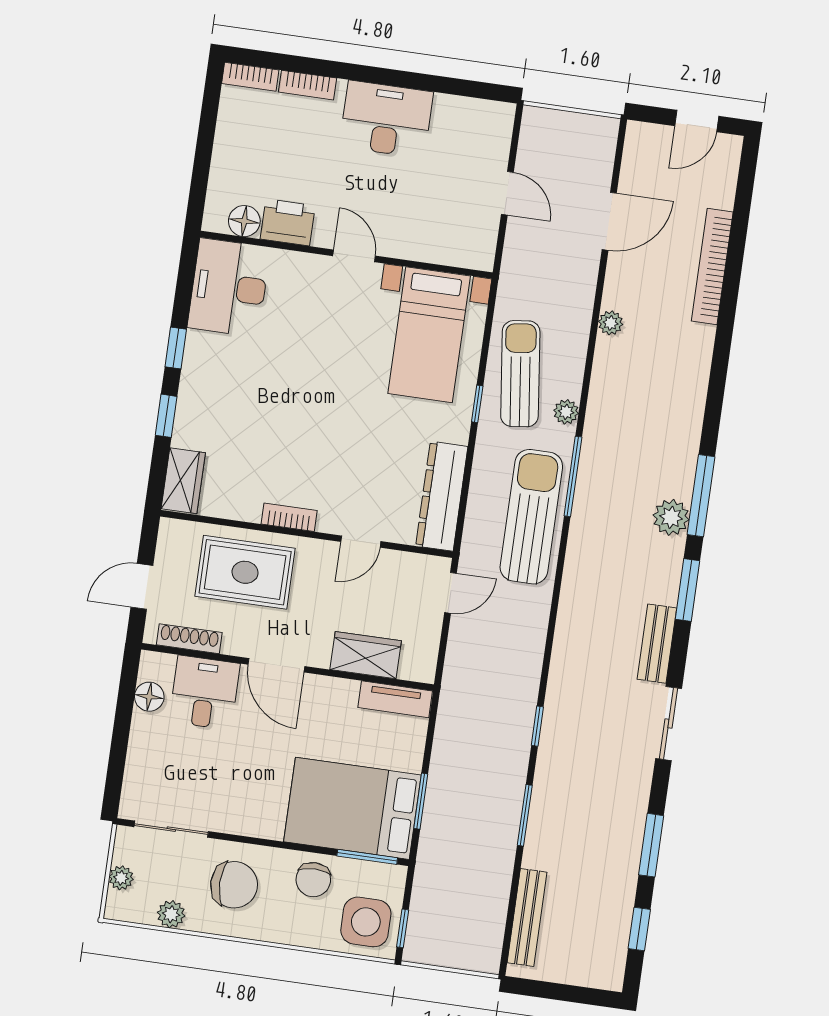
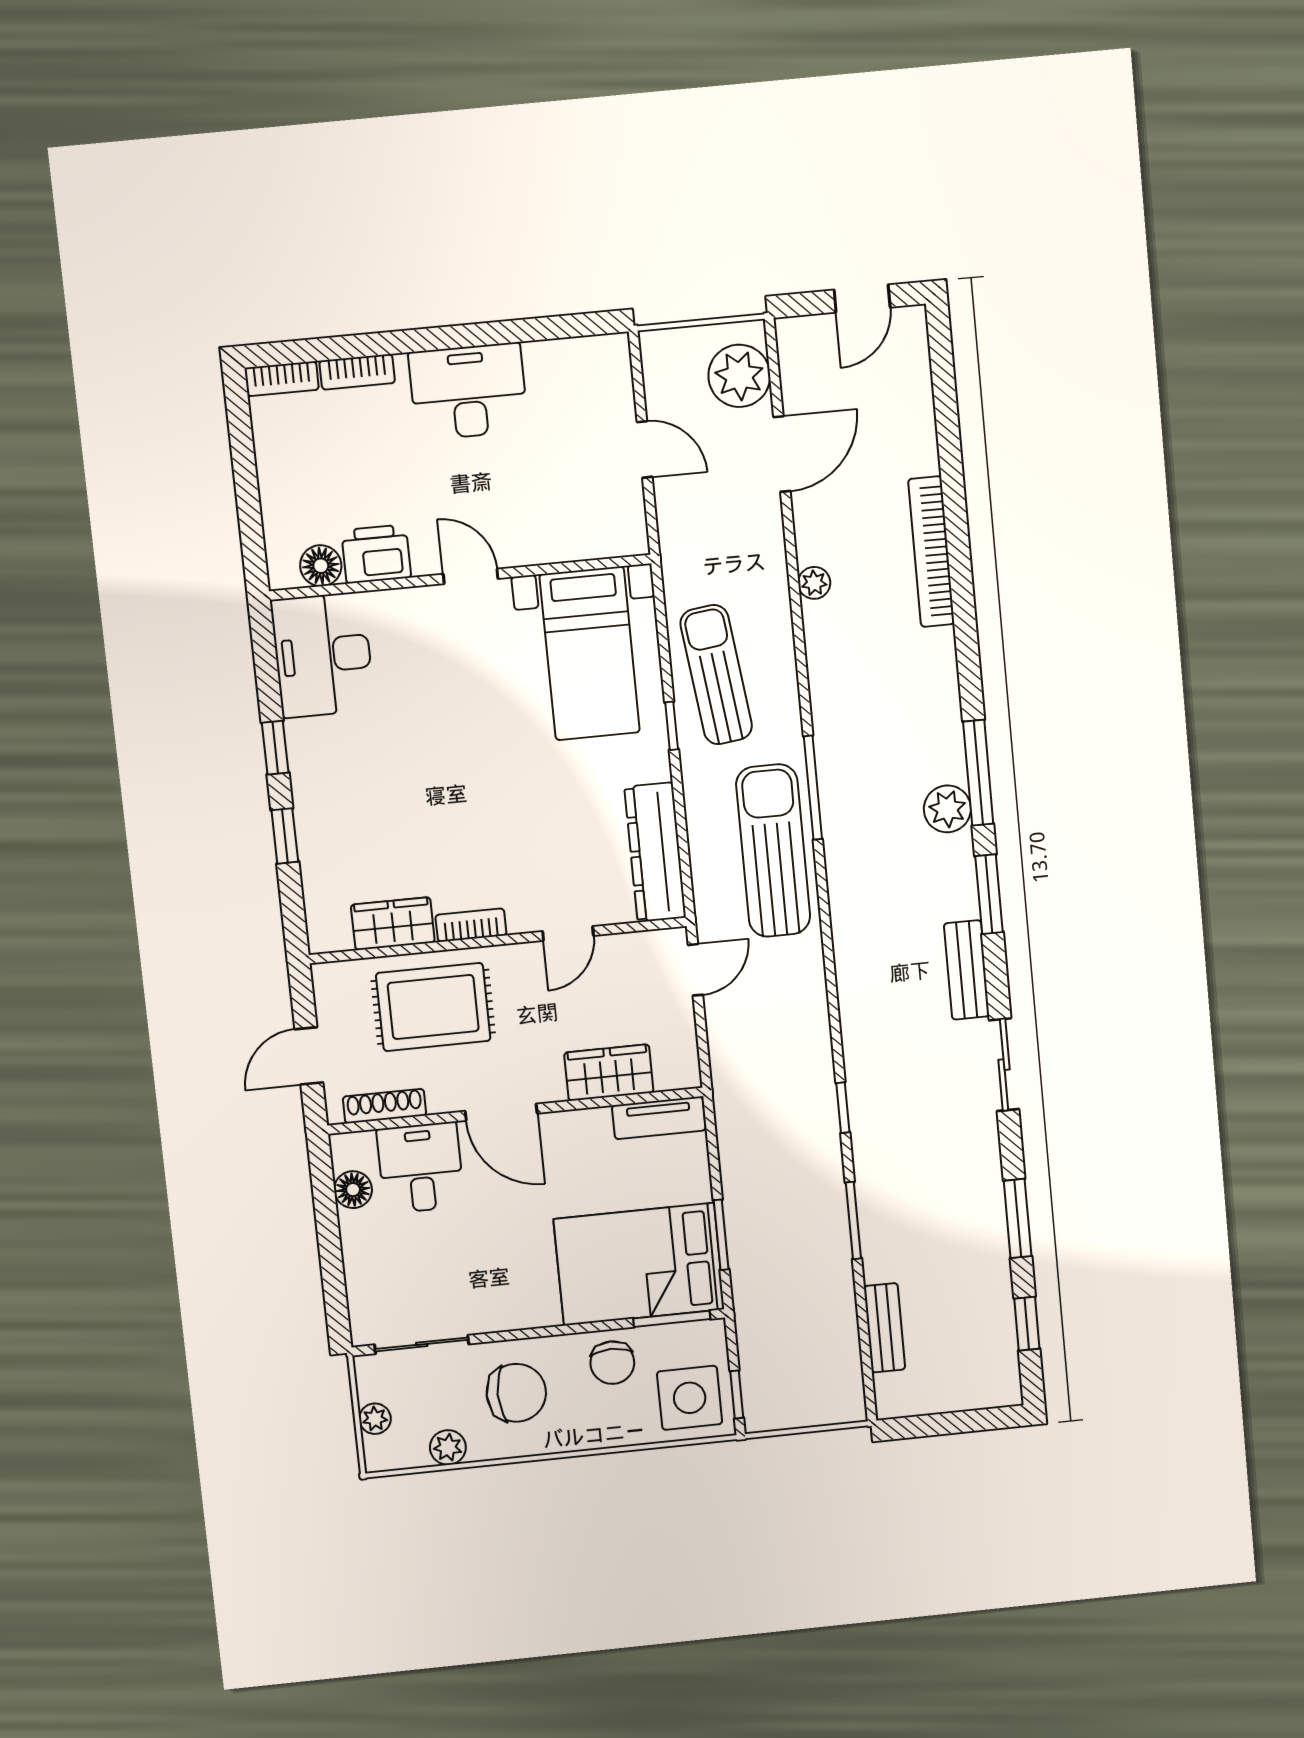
bookcase: (712, 267) -> (931, 552), moved
plant: (566, 412) -> (739, 376), moved, width x1.87, depth x1.87
wardrobe: (183, 481) -> (393, 924), moved, turned -90
bench: (527, 917) -> (885, 1328), width x0.73

